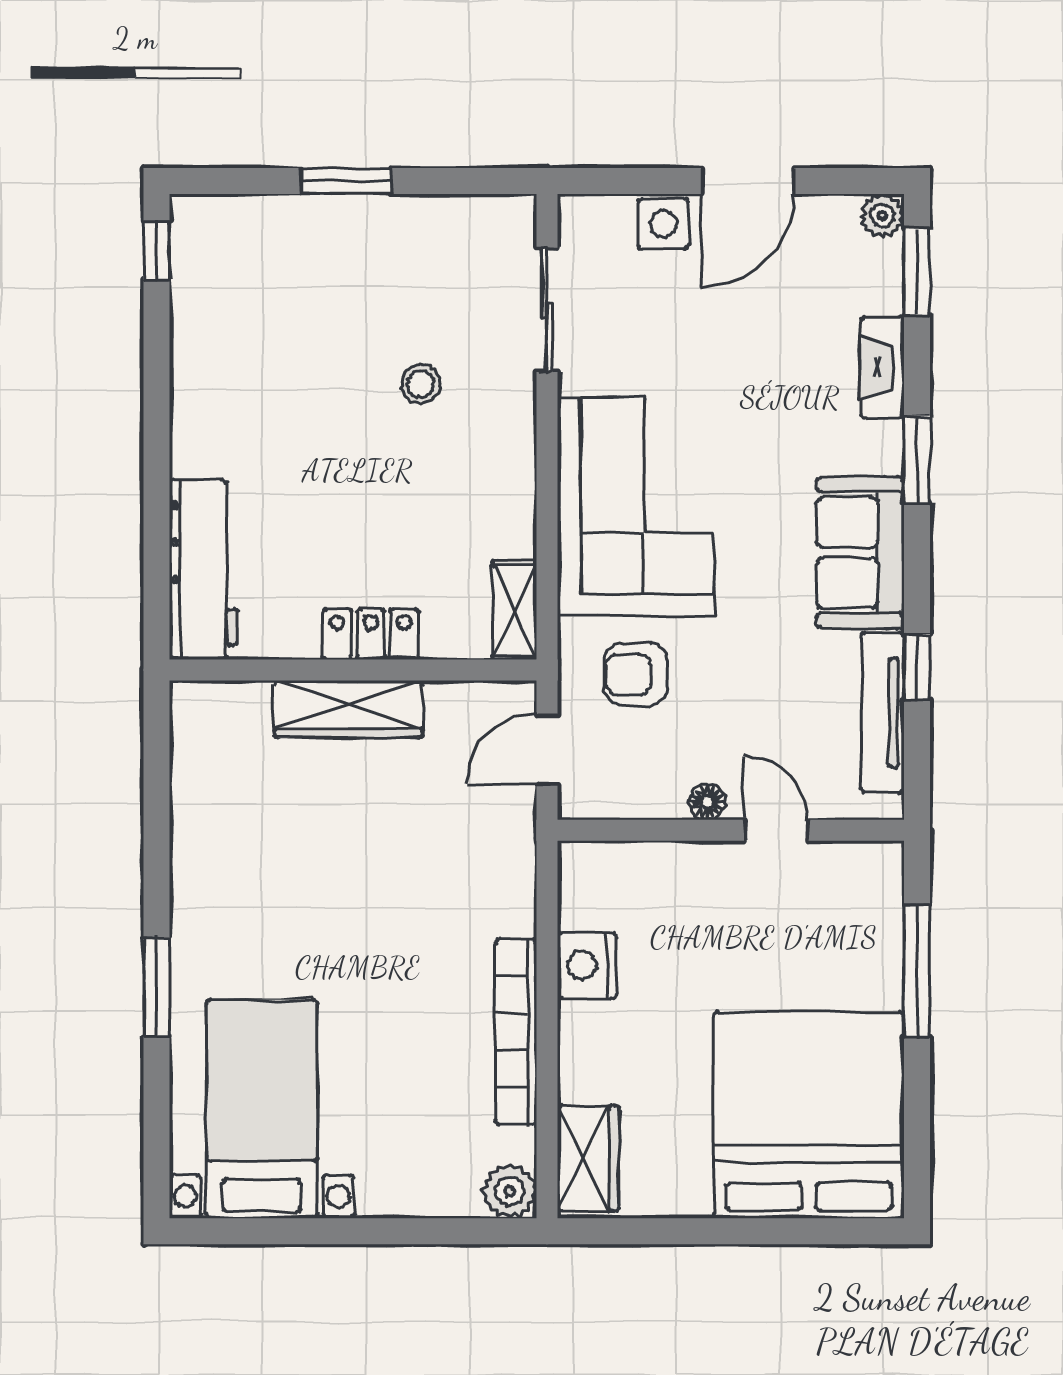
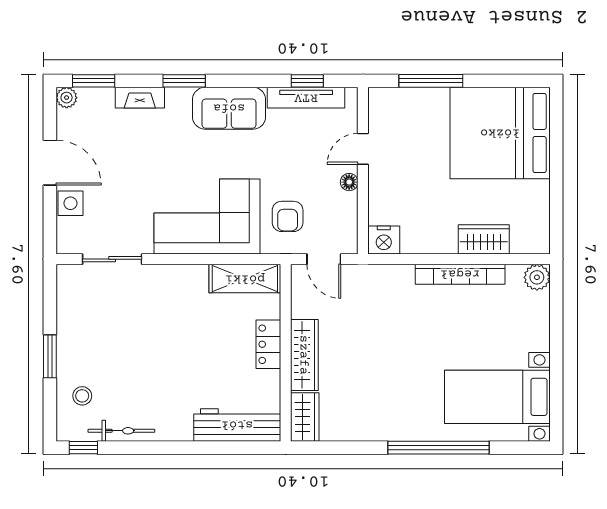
bicycle: (191, 329) -> (121, 431), added
stool: (421, 384) -> (82, 396), moved
shelving: (515, 610) -> (245, 279), width x1.50, depth x1.33
window: (917, 667) -> (307, 81), moved
wardrobe: (220, 710) -> (305, 417), added
nightstand: (587, 965) -> (384, 240), moved
window: (156, 987) -> (438, 448), width x2.11
wardrobe: (588, 1158) -> (484, 239), moved

